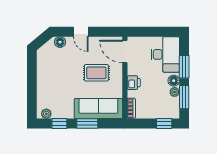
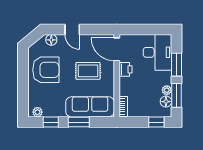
armchair: (55, 72) -> (46, 70), added
floor lamp: (174, 81) -> (166, 102), moved
printer: (134, 83) -> (126, 69), moved

